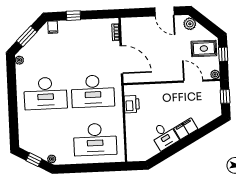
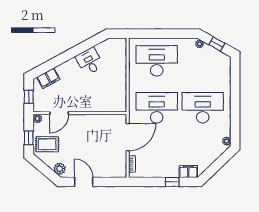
filing cabinet: (53, 27) -> (188, 172), width x2.00
window: (27, 36) -> (218, 164), removed
door: (121, 60) -> (128, 137), swing flipped
door: (193, 81) -> (59, 113), hinge flipped
printer: (132, 104) -> (120, 93), removed
filing cabinet: (186, 129) -> (48, 78), moved

